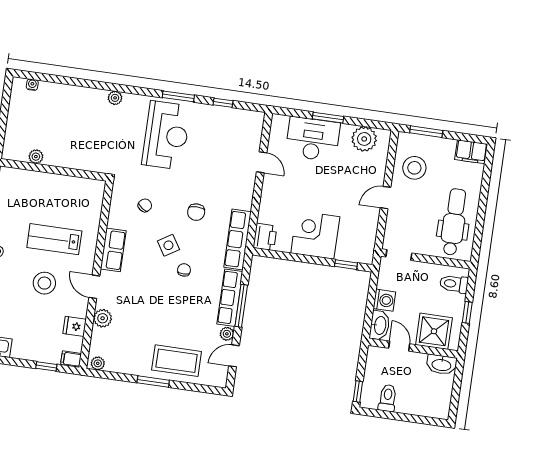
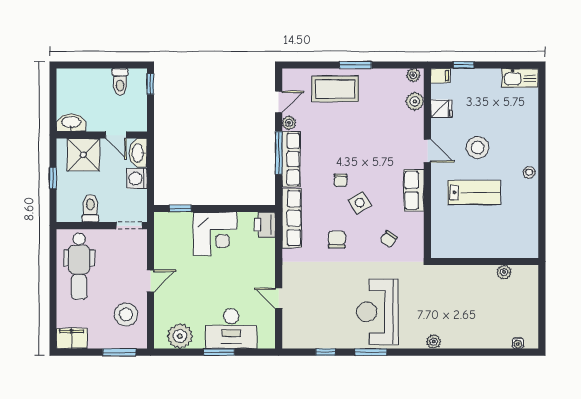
toilet: (454, 284) -> (90, 208), moved, turned -90
plant: (103, 318) -> (415, 101), moved

